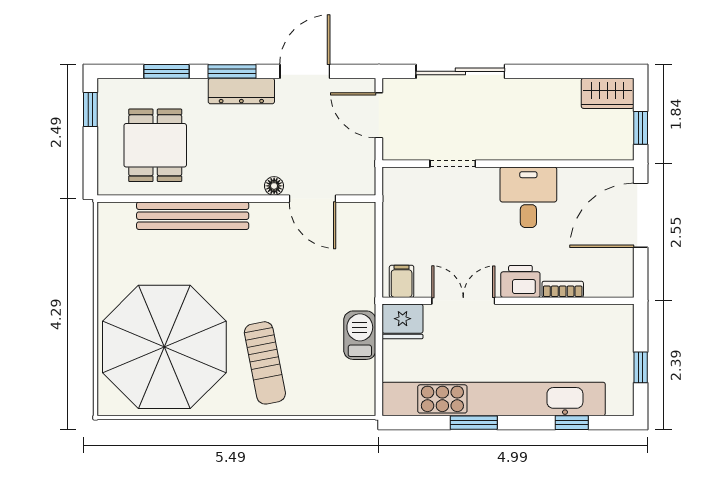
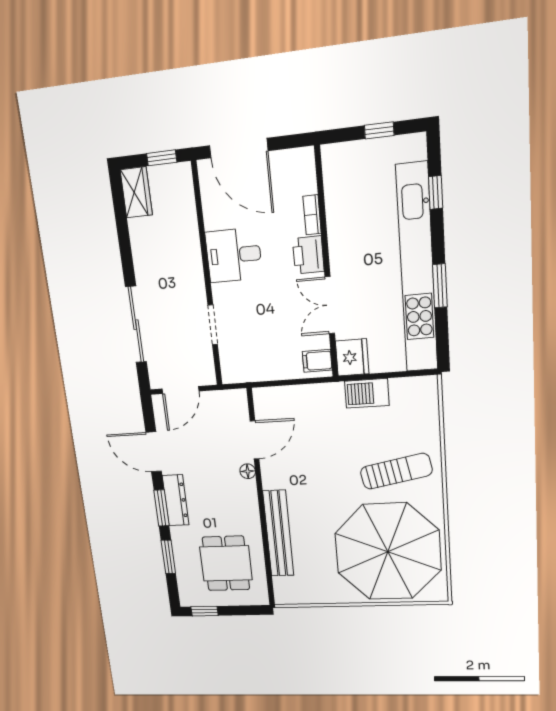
dining table: (155, 145) -> (226, 563), turned 90

